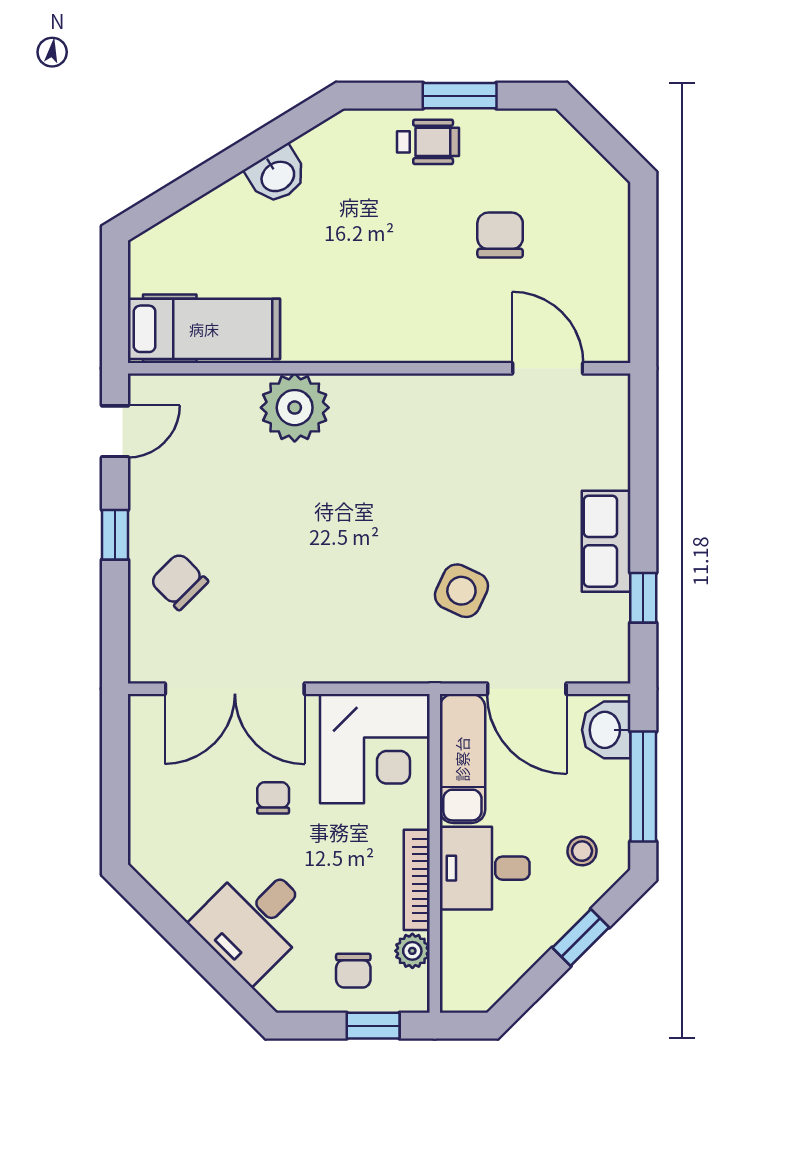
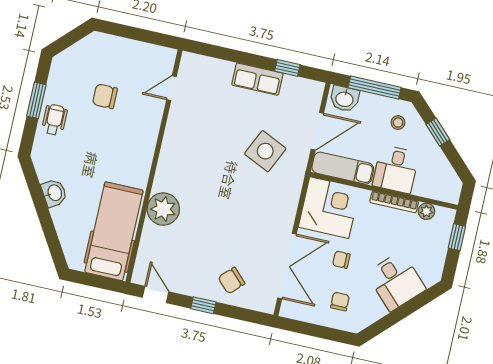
hospital bed: (204, 329) -> (114, 231), width x1.37, depth x1.29
door: (548, 368) -> (171, 88), width x0.73
side table: (461, 591) -> (265, 151), width x1.37, depth x1.37
chair: (353, 971) -> (340, 301), moved, turned -90

